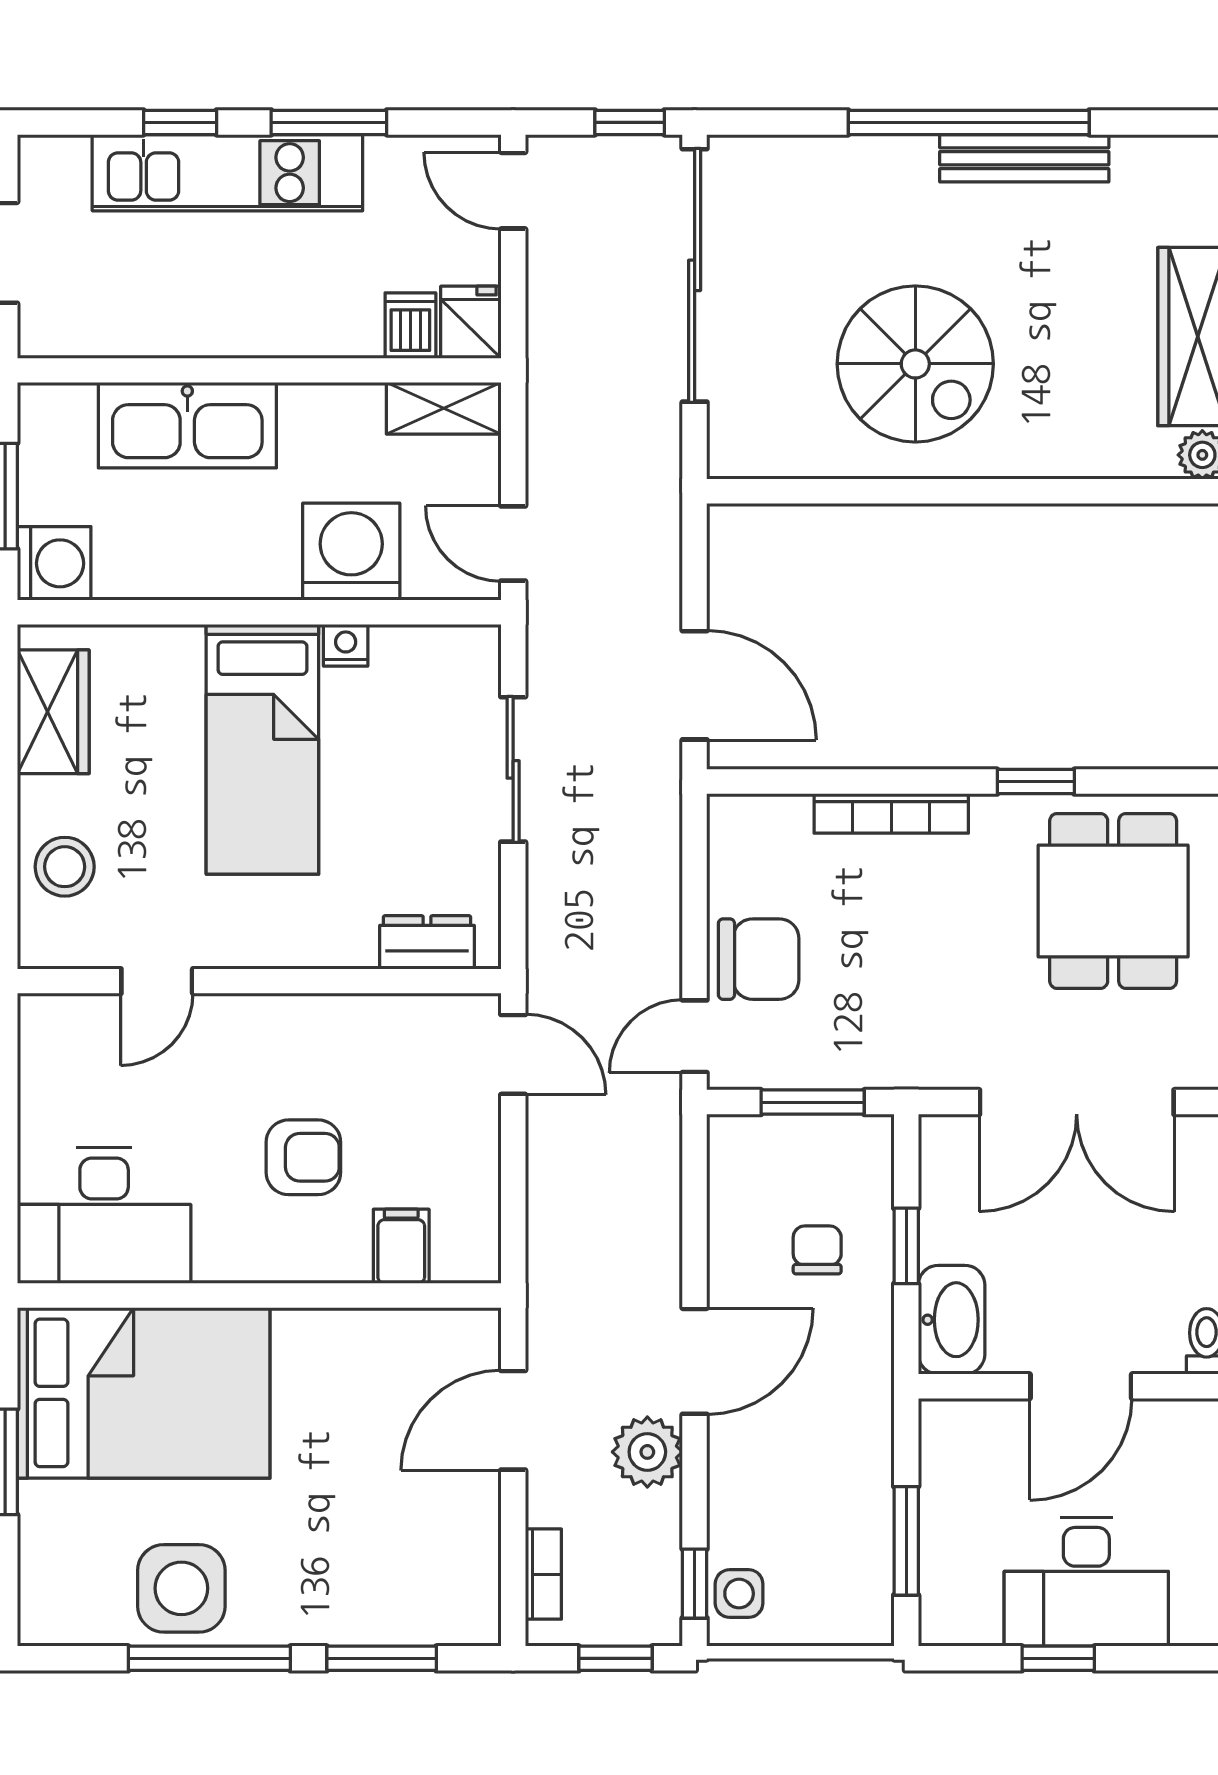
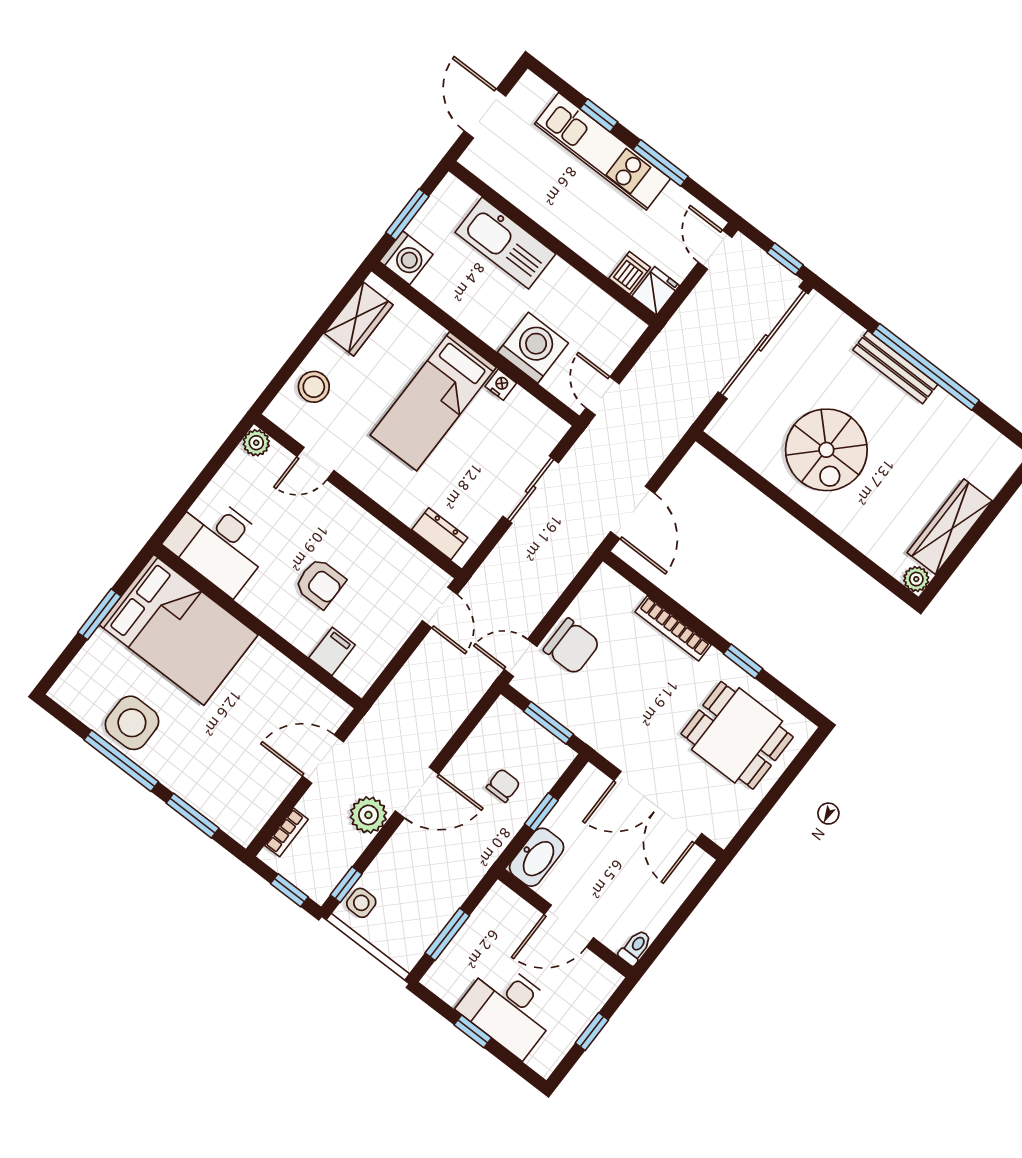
bench: (1024, 158) -> (895, 367), moved
shelving: (444, 408) -> (617, 318), removed
dining table: (1113, 901) -> (737, 735), turned 90
plant: (43, 1019) -> (256, 443), added

